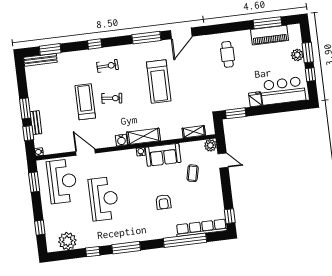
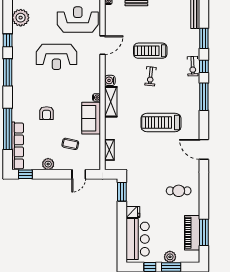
window: (146, 38) -> (204, 97), moved
window: (50, 49) -> (204, 38), moved
exercise bike: (108, 66) -> (193, 66), moved
treadmill: (85, 102) -> (150, 51), turned 180
plant: (210, 145) -> (48, 164), moved
reception desk: (62, 181) -> (78, 20), turned 180
armchair: (163, 202) -> (47, 113), turned -90

